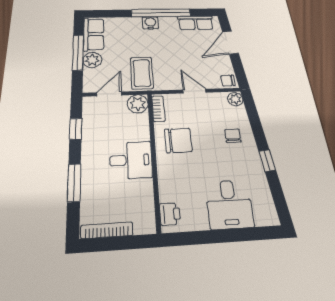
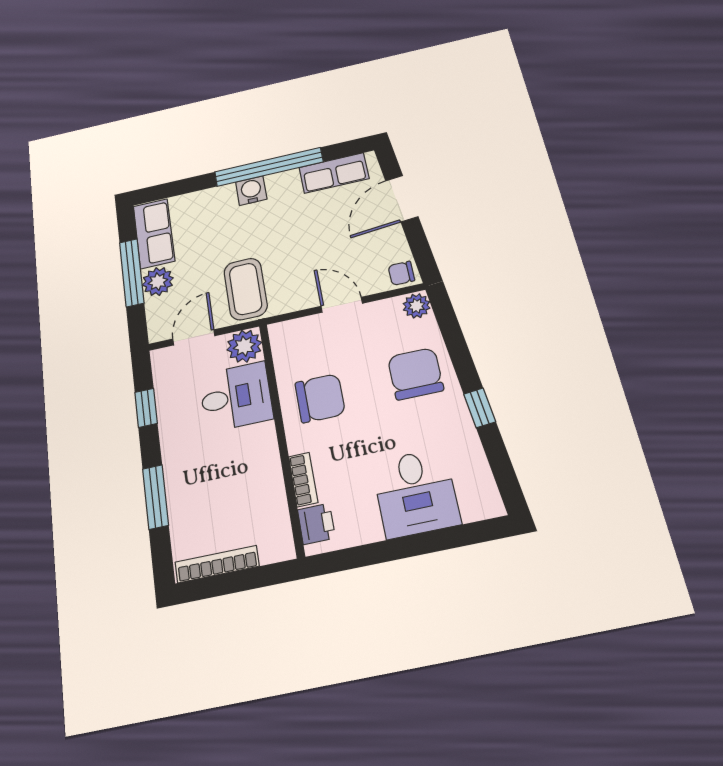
bookcase: (158, 109) -> (303, 479), moved
chair: (233, 136) -> (415, 374), width x1.87, depth x1.87
desk: (131, 160) -> (236, 397), moved

